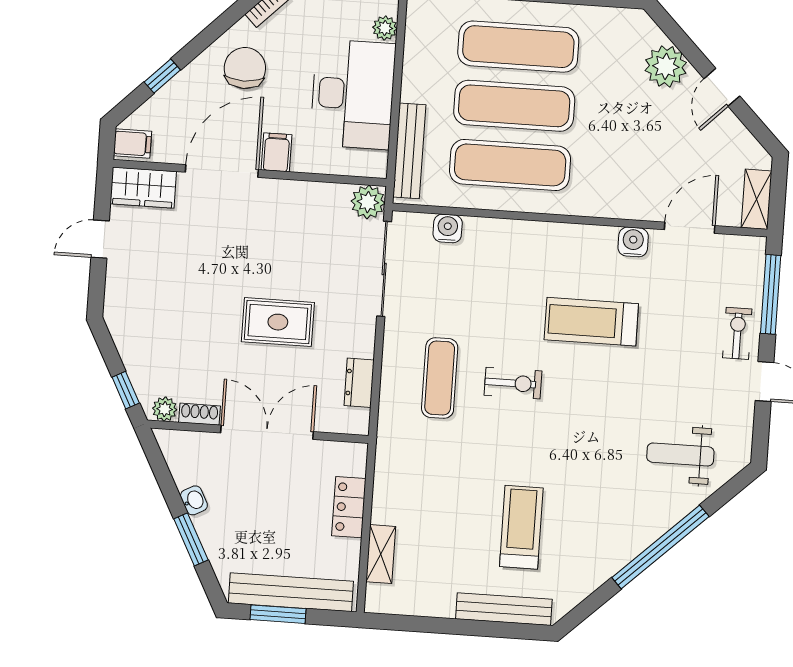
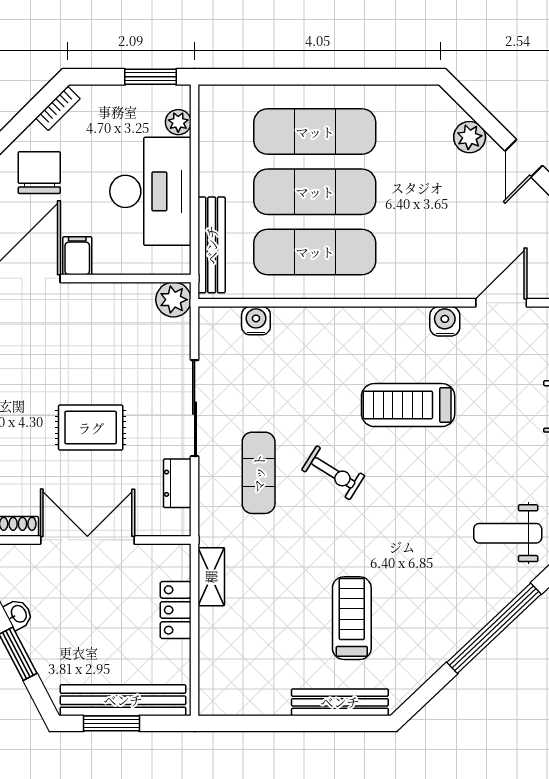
plant: (666, 66) -> (470, 137), width x0.73, depth x0.73
sliding door: (384, 269) -> (195, 408), moved
exercise bike: (513, 383) -> (333, 473), turned 32
shelving: (381, 554) -> (211, 577), moved

